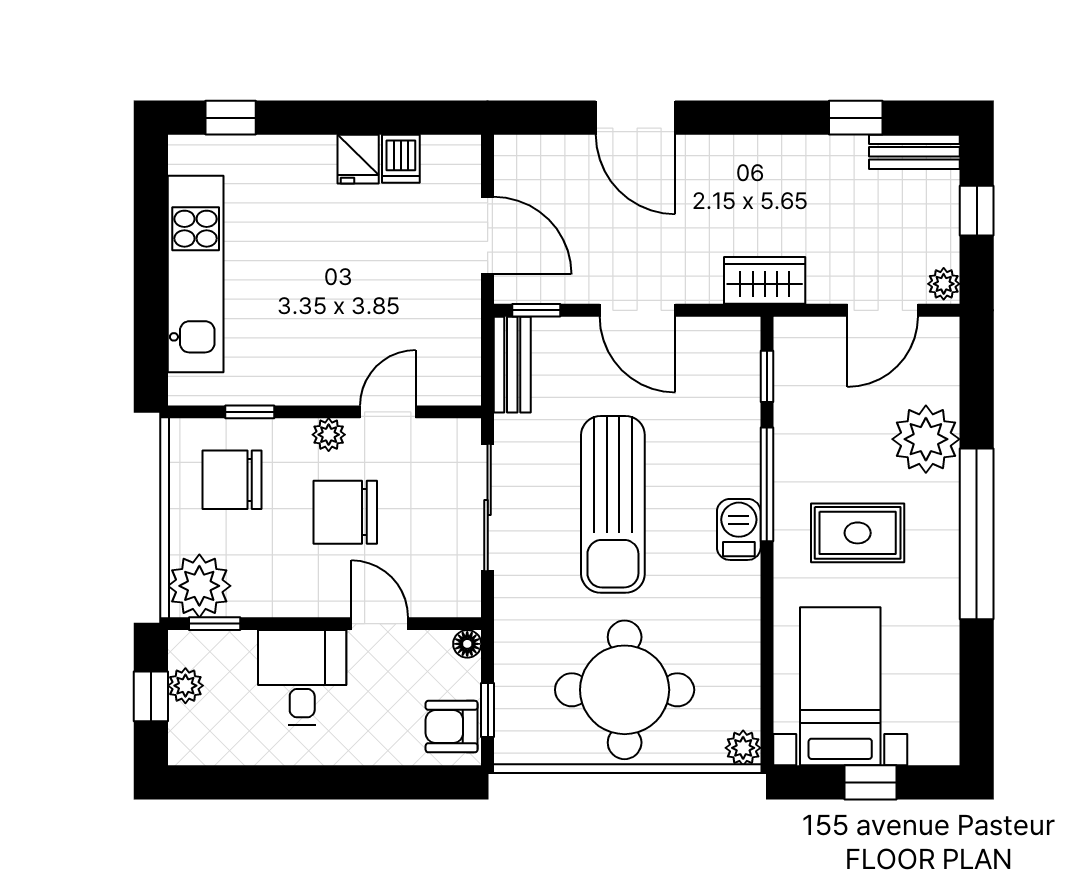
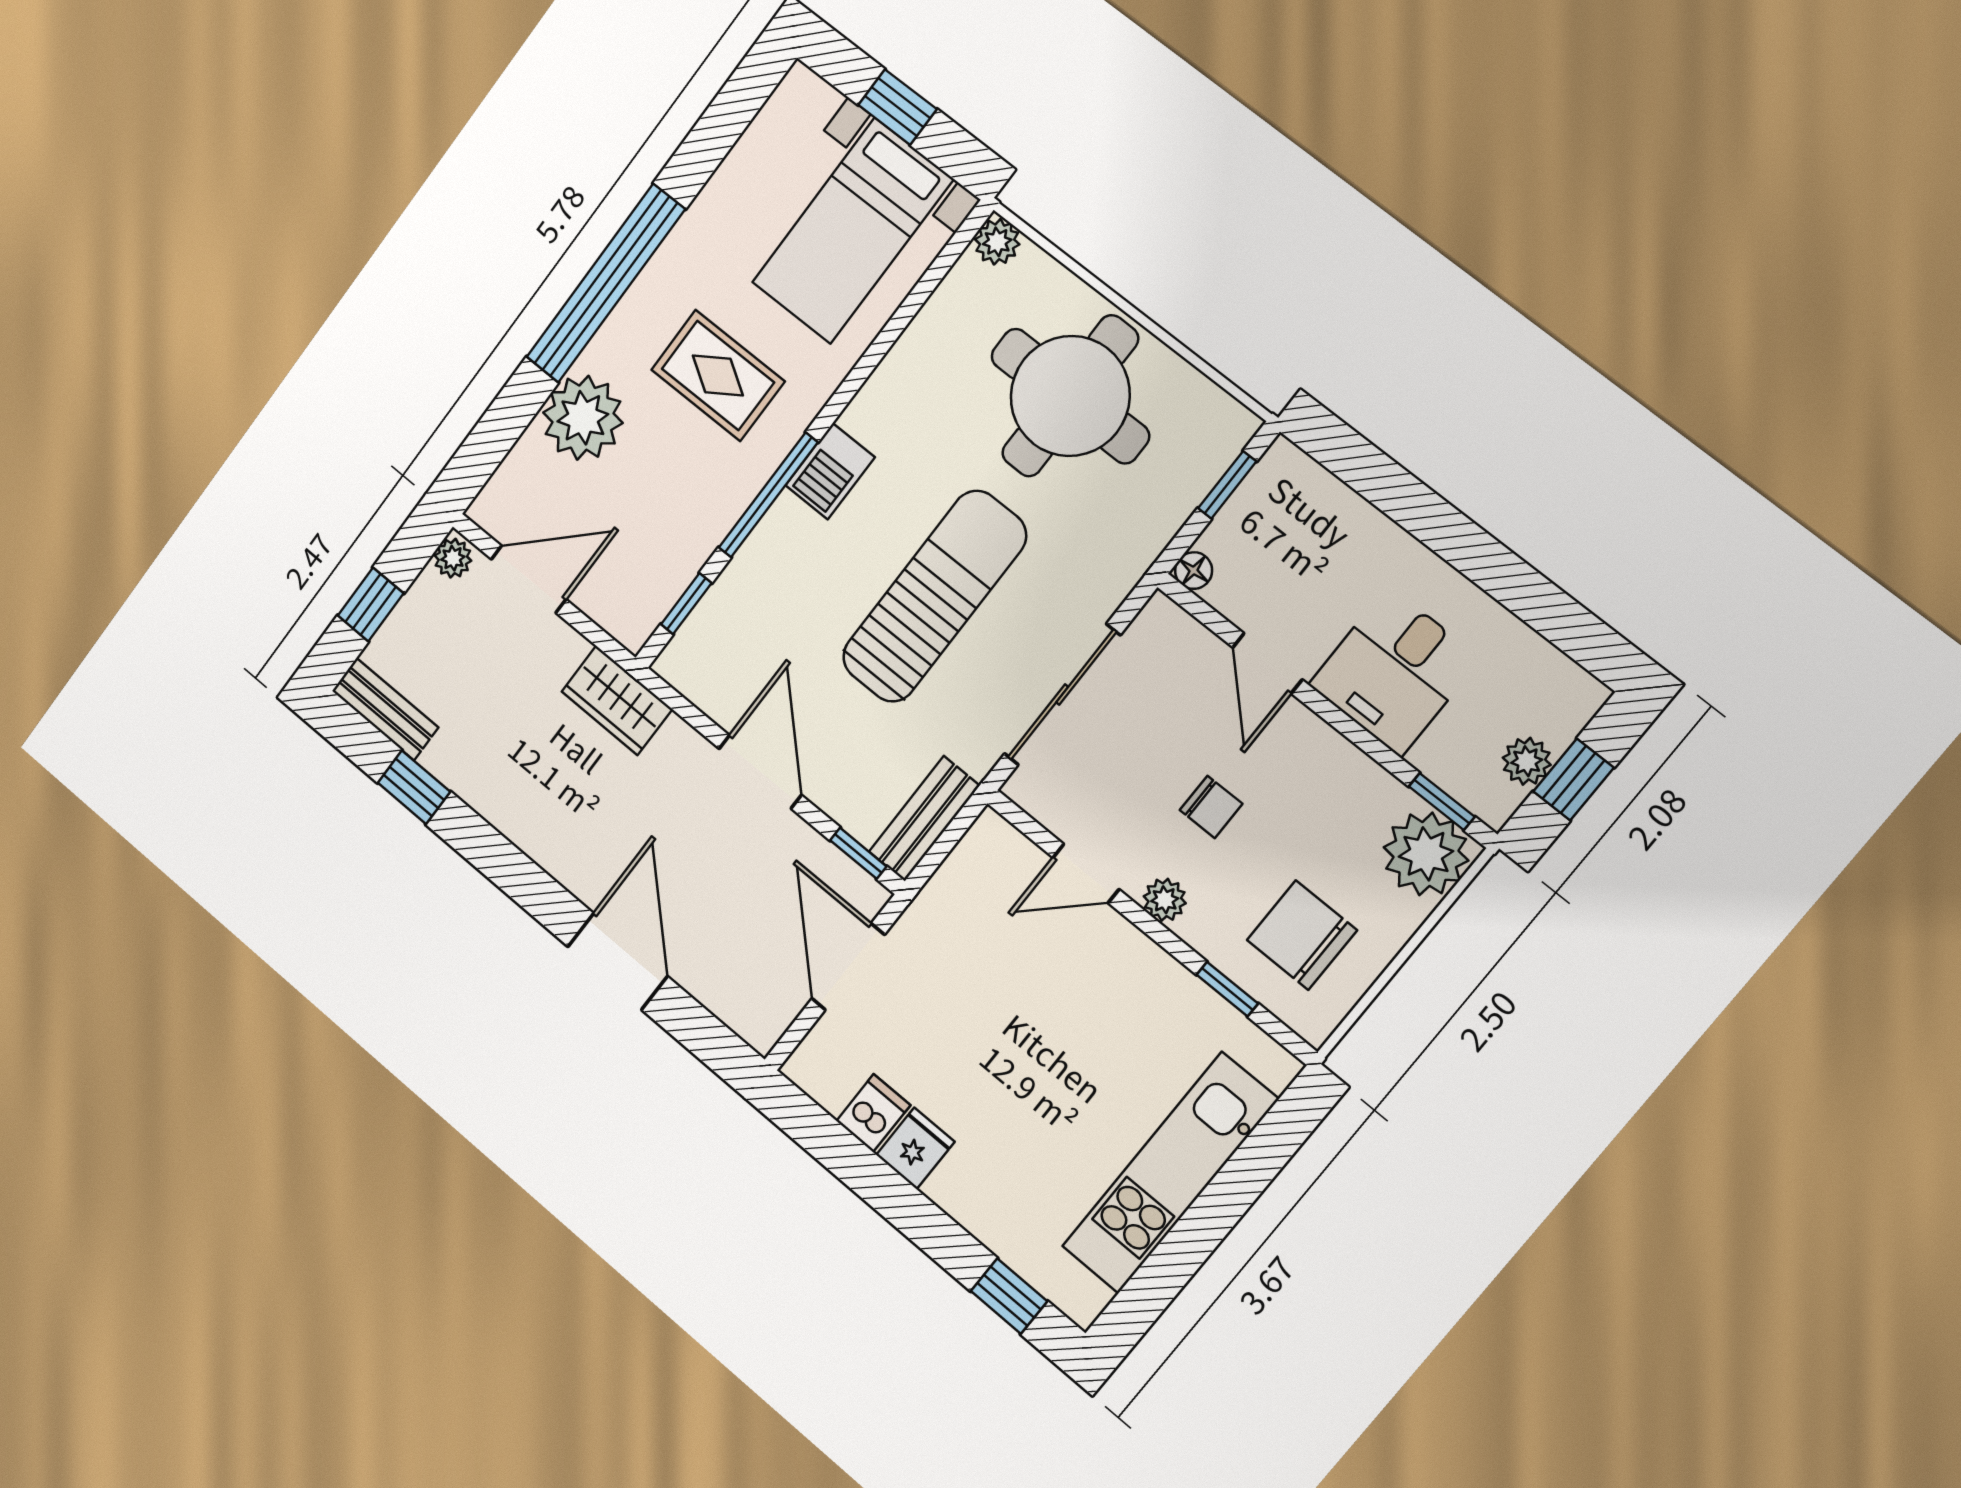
chair: (232, 480) -> (1302, 935), turned 180
chair: (345, 512) -> (1211, 807), width x0.54, depth x0.54
armchair: (452, 727) -> (1278, 497), removed

